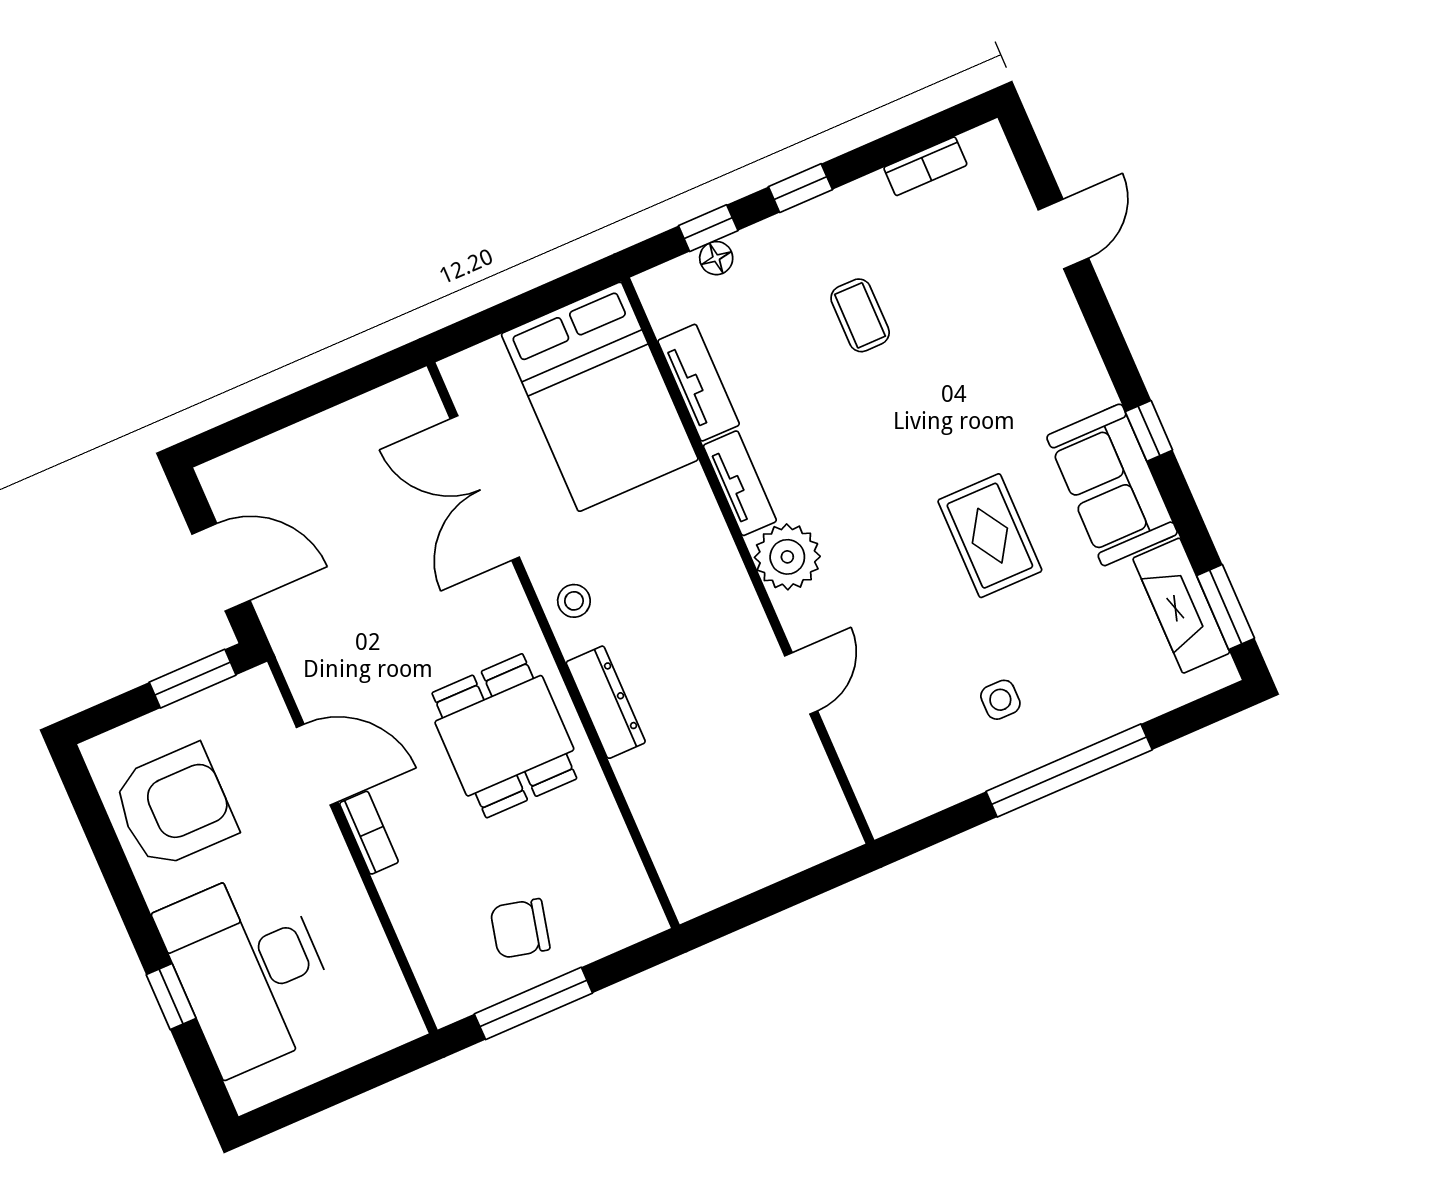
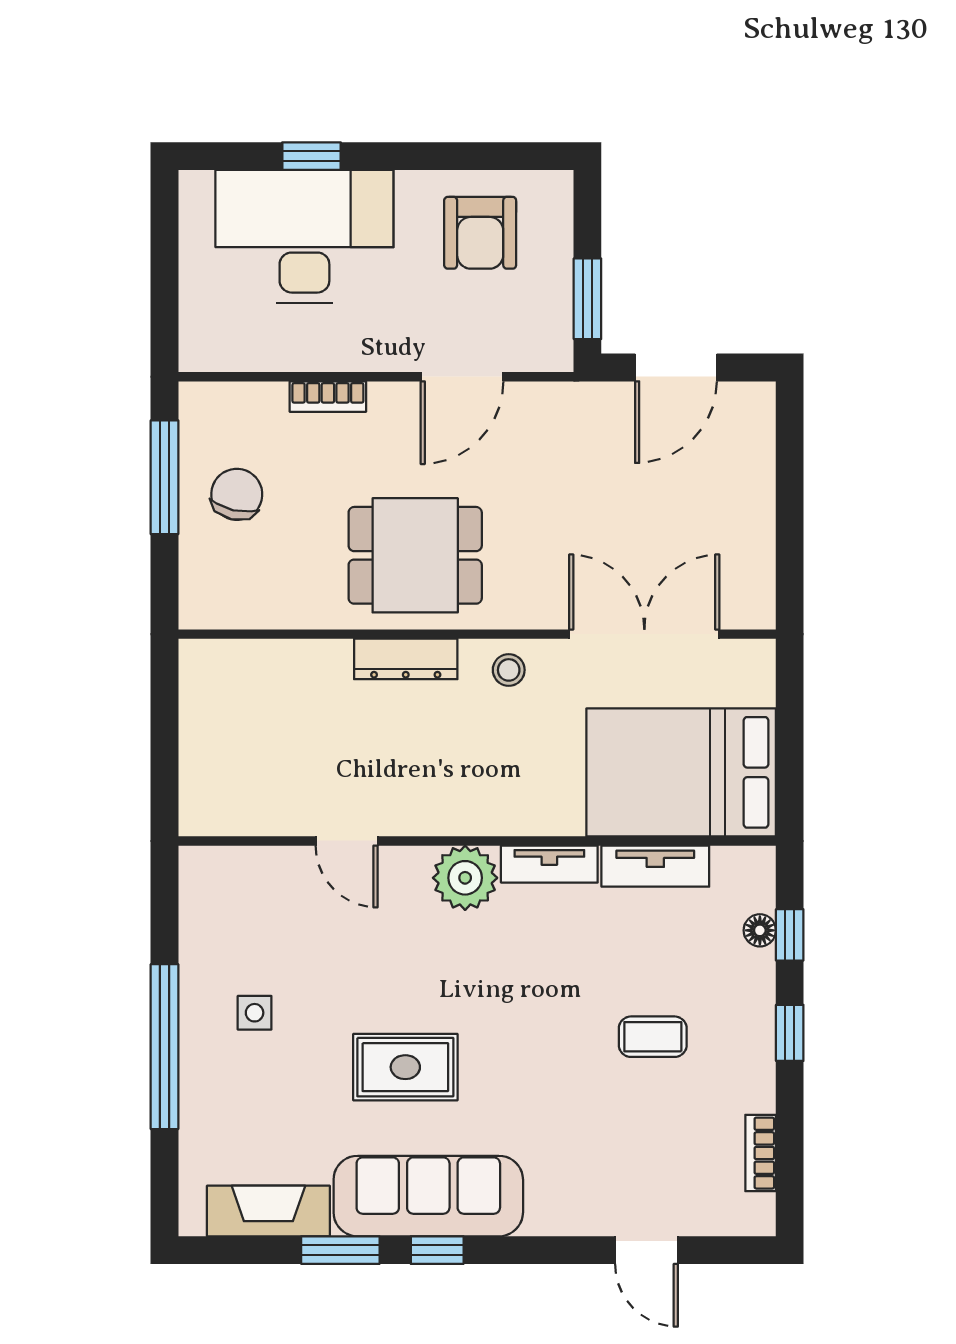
sofa: (1112, 485) -> (428, 1196), width x1.36
window: (1226, 607) -> (340, 1250), moved
armchair: (174, 807) -> (480, 233), width x0.73, depth x0.73
bookcase: (369, 833) -> (328, 397), moved

